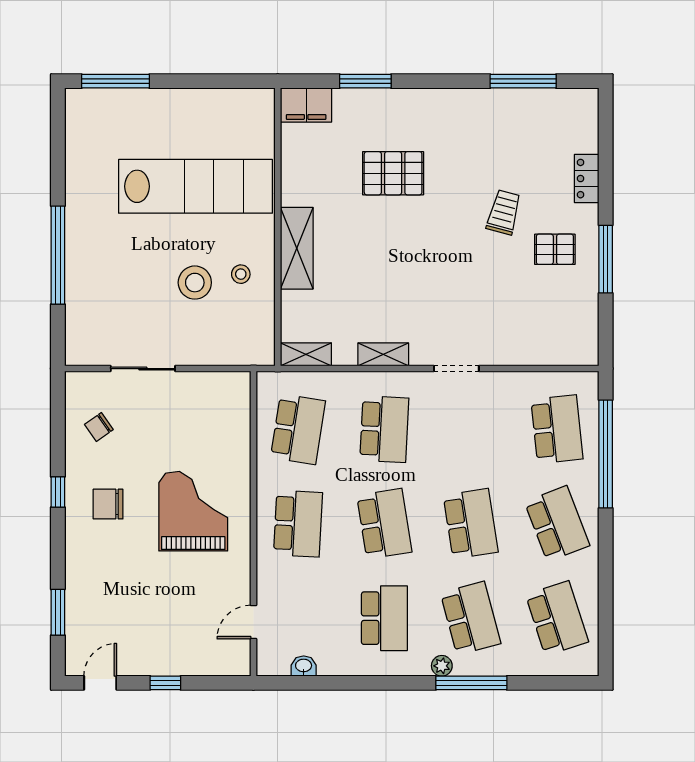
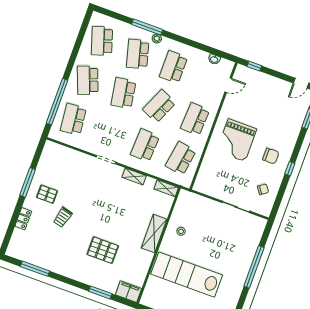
stool: (195, 283) -> (201, 235), removed
school desk: (384, 524) -> (159, 106), turned 33
window: (165, 683) -> (254, 66), moved

